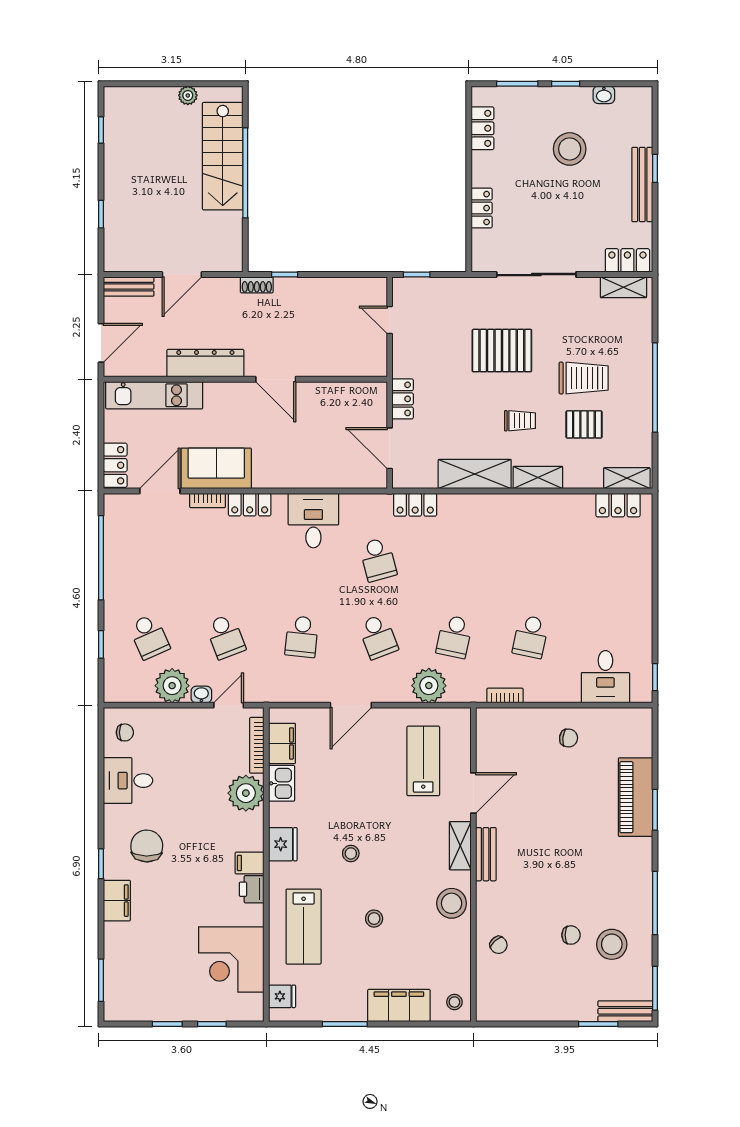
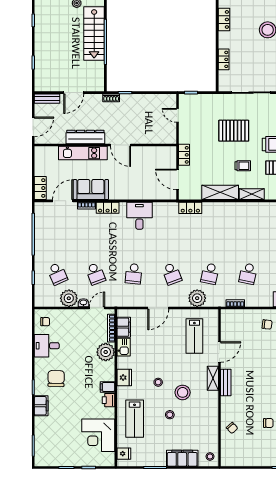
kitchen unit: (154, 395) -> (83, 153), moved
school desk: (378, 560) -> (172, 235), removed
lab bench: (423, 761) -> (194, 336), turned 180
stool: (452, 903) -> (183, 392), moved

